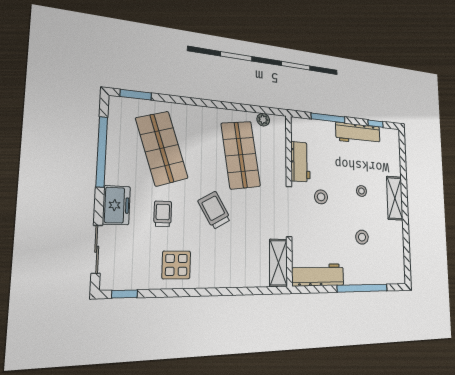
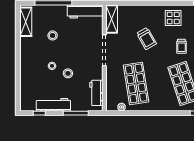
workbench: (300, 162) -> (96, 93), moved
stool: (321, 197) -> (68, 73), moved
shelving: (395, 198) -> (26, 22), moved
trolley: (214, 210) -> (147, 38), moved

